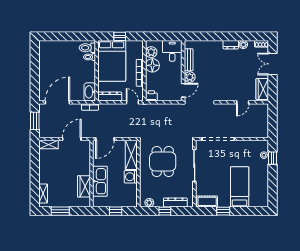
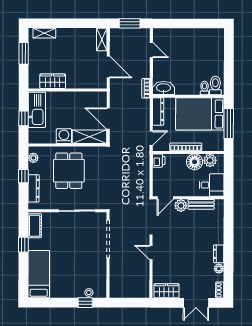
window: (120, 36) -> (229, 124), width x2.17
double door: (273, 64) -> (196, 303), swing flipped
door: (183, 90) -> (165, 198), hinge flipped
door: (57, 102) -> (151, 50), width x0.53
door: (243, 102) -> (151, 253), moved
door: (105, 139) -> (108, 119), moved
dining table: (163, 162) -> (69, 171), moved, turned 90
kitchen sink: (100, 181) -> (37, 110), moved, turned -90
bed: (240, 187) -> (39, 274), moved, turned -90

